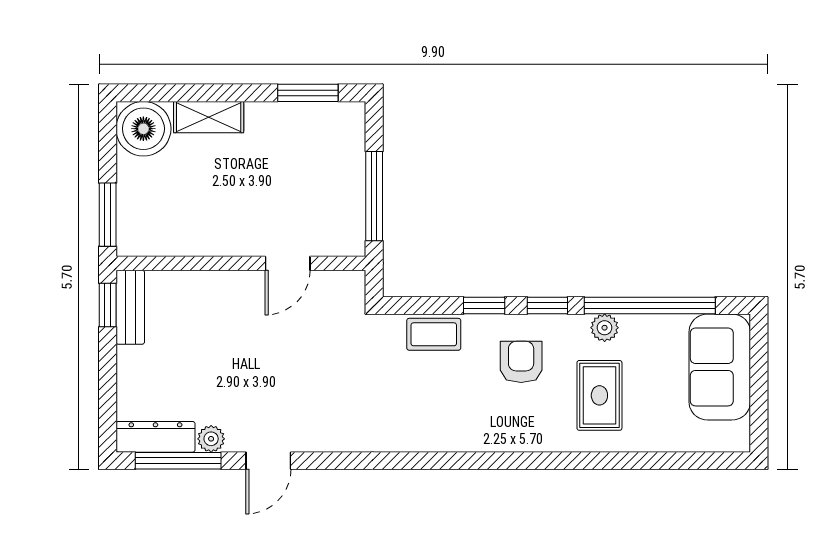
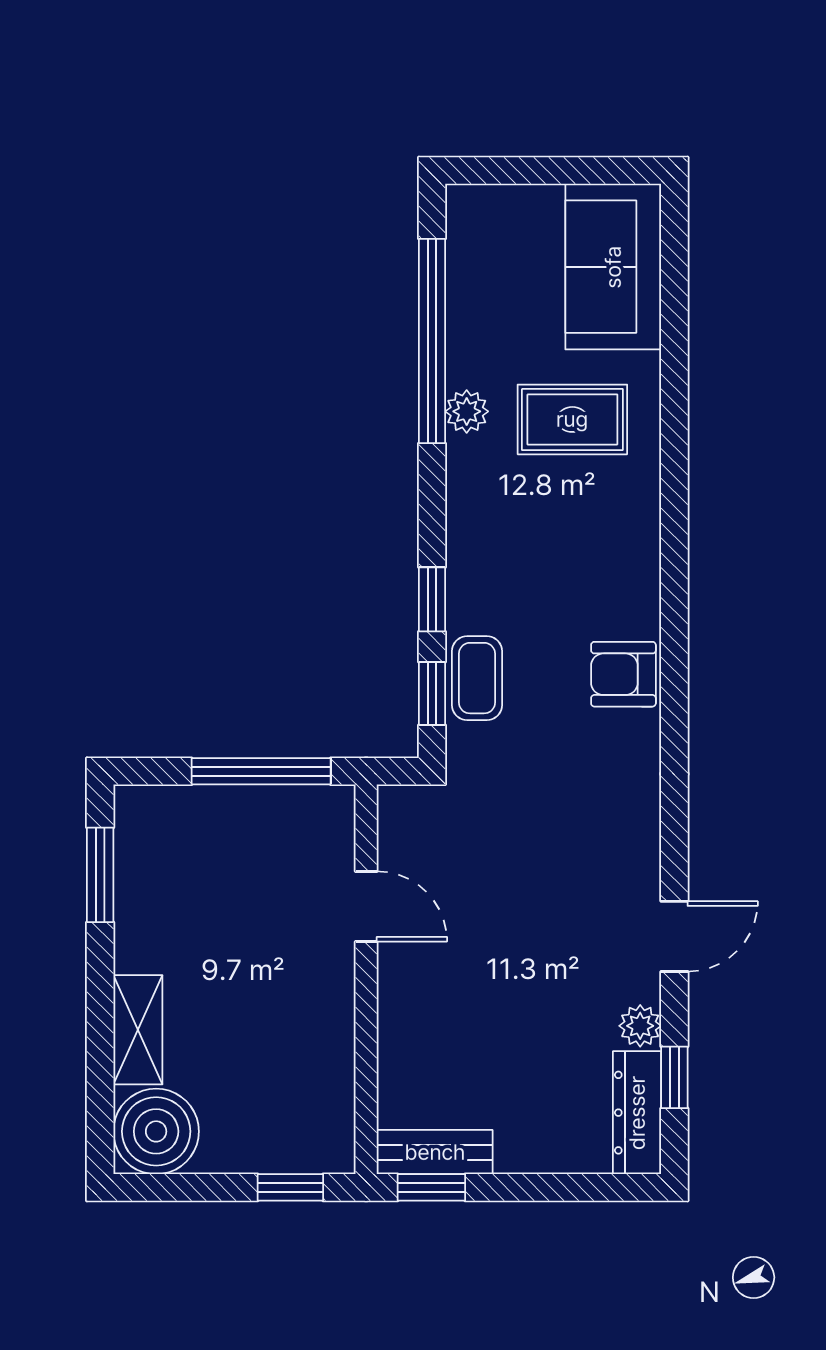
window: (108, 215) -> (290, 1187), width x0.67
window: (547, 305) -> (432, 694), moved
armchair: (521, 362) -> (623, 674), moved
sofa: (720, 367) -> (613, 267), moved, turned 90
window: (178, 461) -> (674, 1077), width x0.46
door: (268, 461) -> (674, 936), hinge flipped

